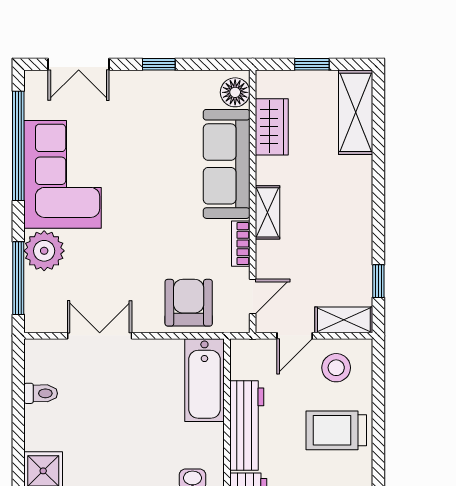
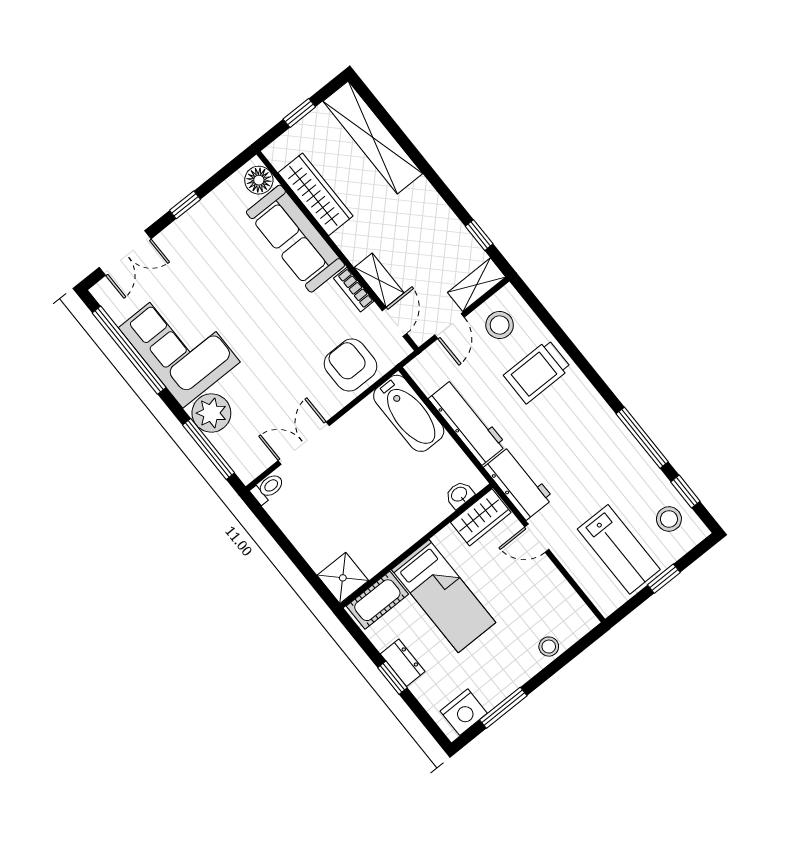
shelving: (356, 112) -> (373, 137), width x1.47
wardrobe: (272, 127) -> (316, 194), width x1.50
shelving: (268, 212) -> (379, 280), moved
toilet: (41, 393) -> (268, 488), moved

